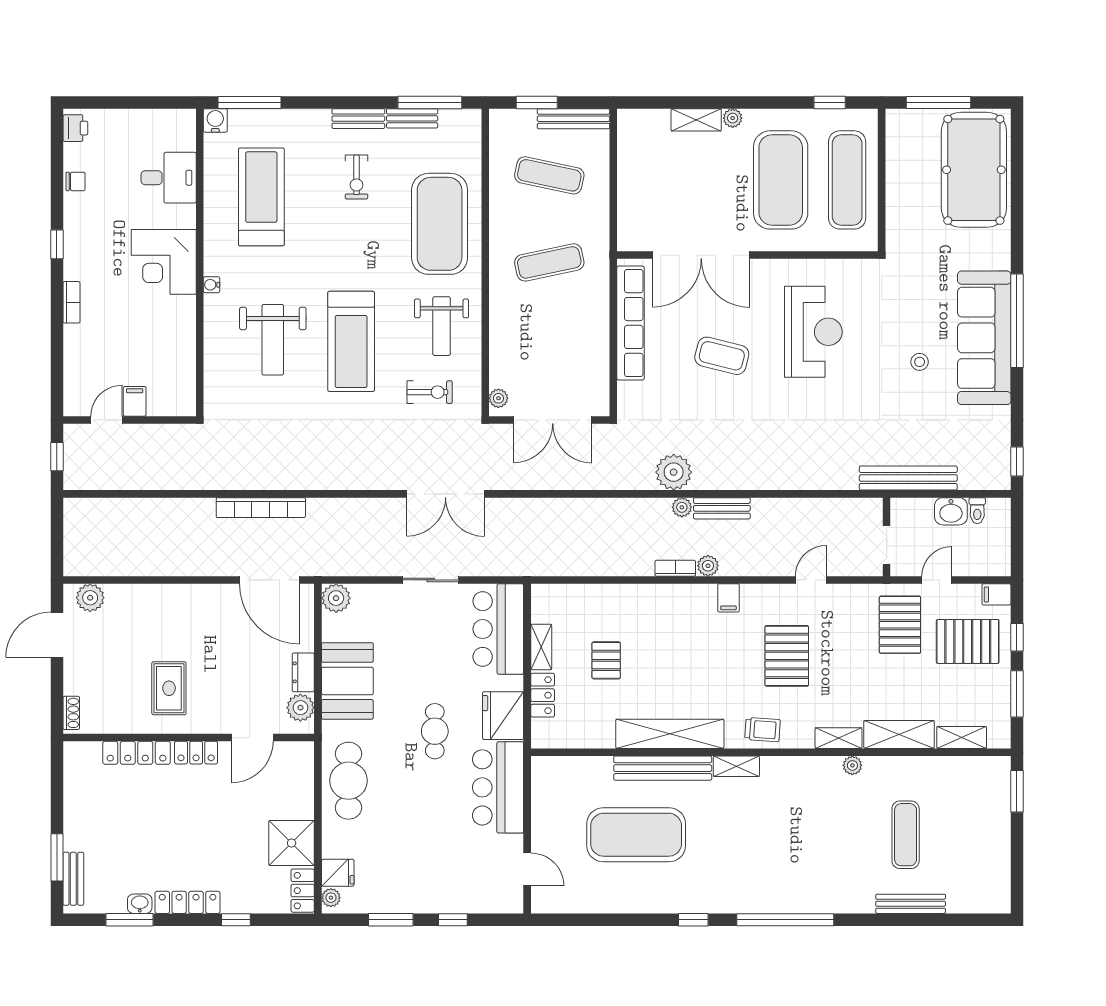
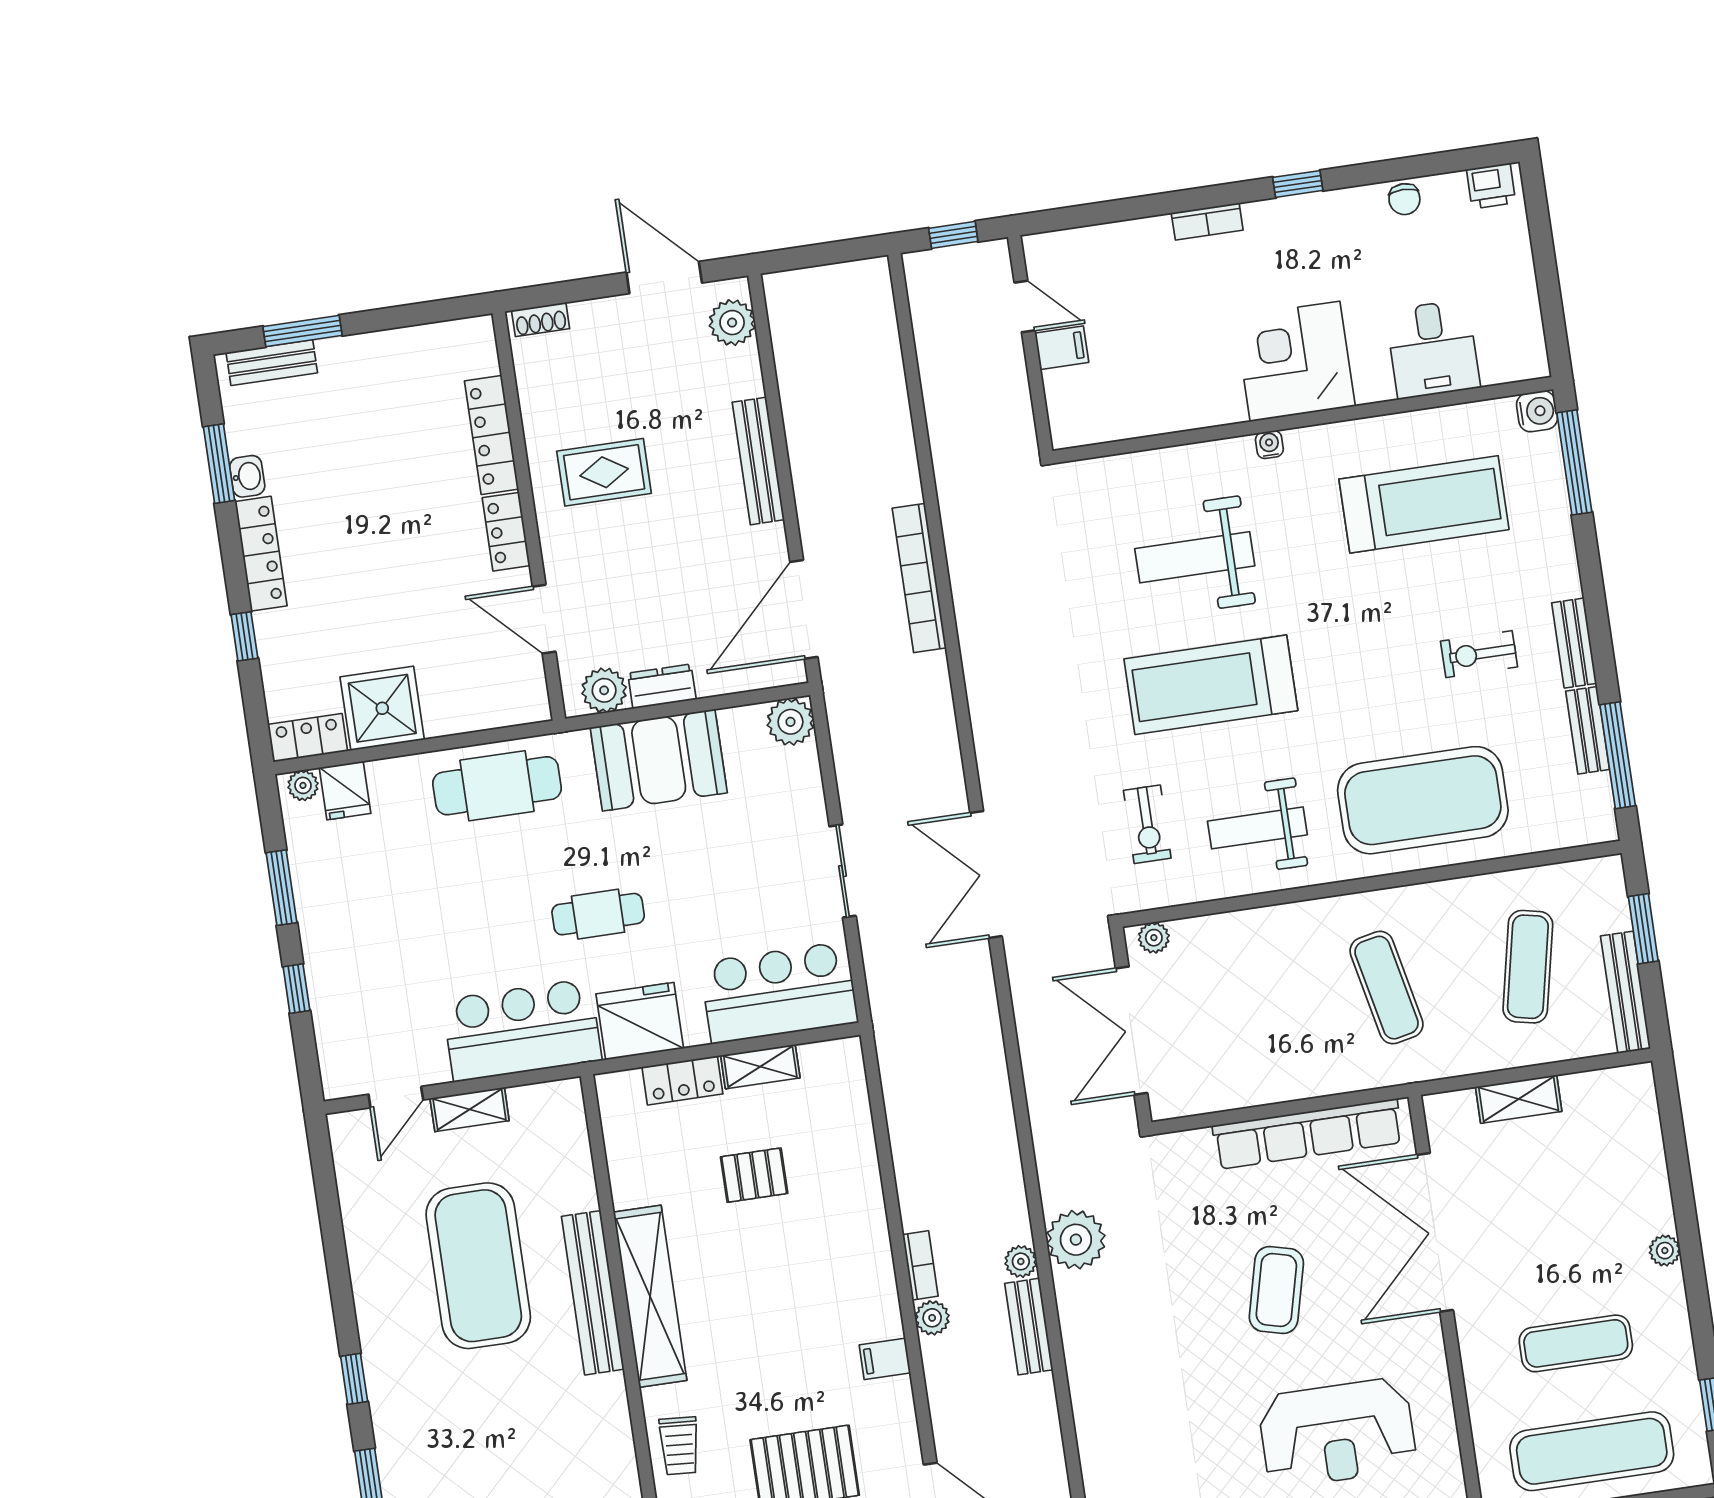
shelving: (696, 120) -> (1519, 1099), moved, turned 90
exercise mat: (781, 180) -> (1576, 1343), width x0.50, depth x0.69
bench: (176, 594) -> (758, 461), added
shelving: (736, 766) -> (470, 1109), moved, turned 90

